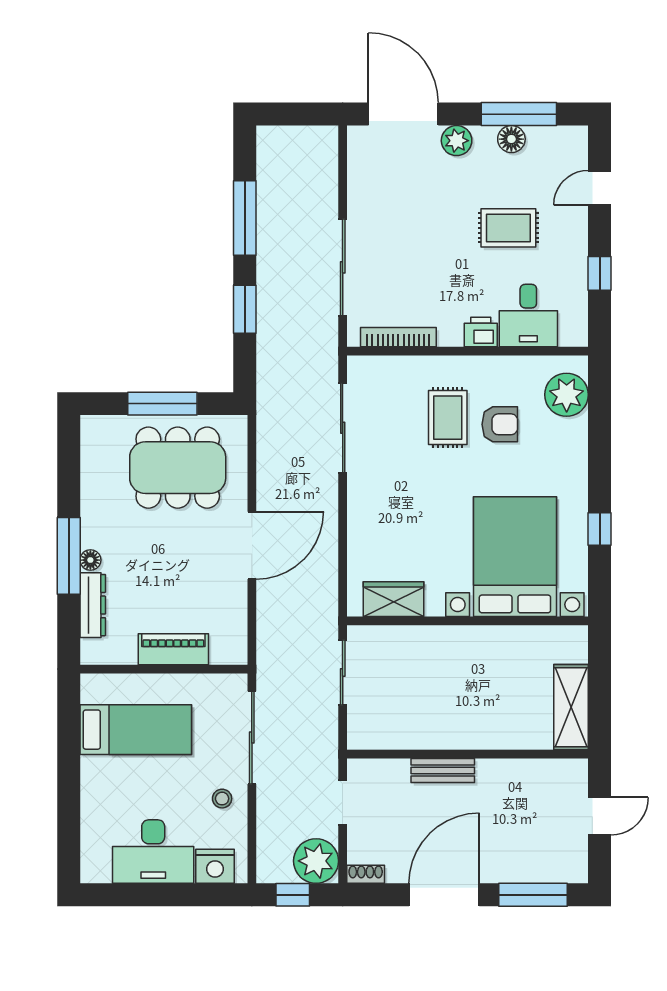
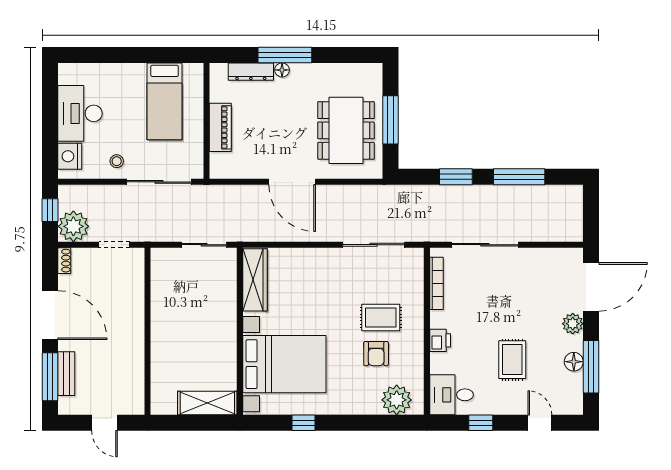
desk: (528, 316) -> (451, 395), moved
wardrobe: (393, 599) -> (255, 280), width x1.50
shelving: (571, 707) -> (207, 403), moved
bench: (443, 771) -> (66, 374), moved

